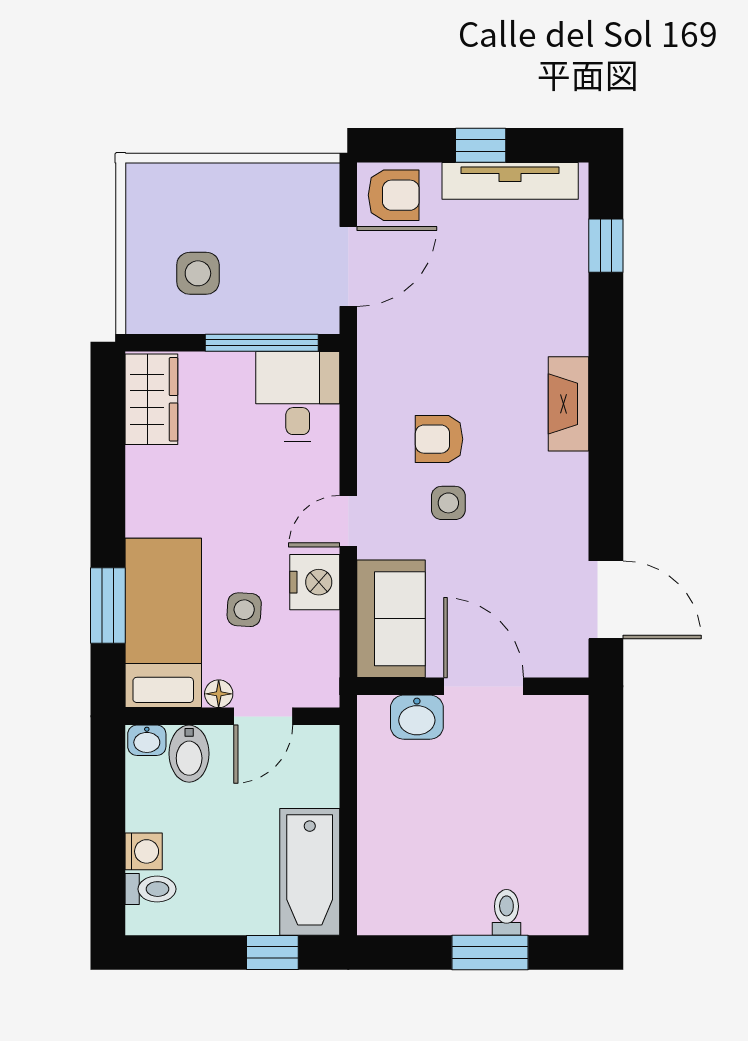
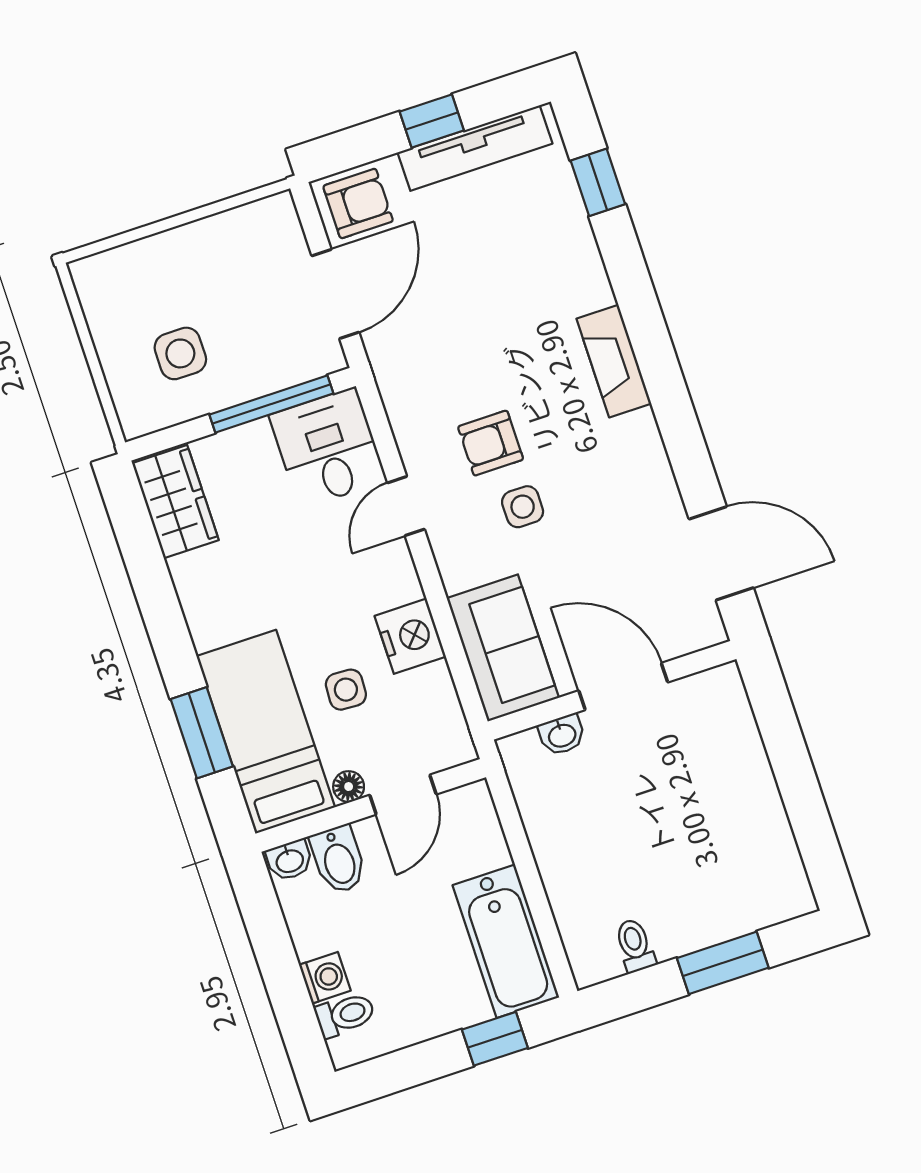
door: (348, 521) -> (406, 506), moved
washbasin: (417, 717) -> (562, 735), width x0.72, depth x0.69
toilet: (506, 912) -> (635, 945), moved

